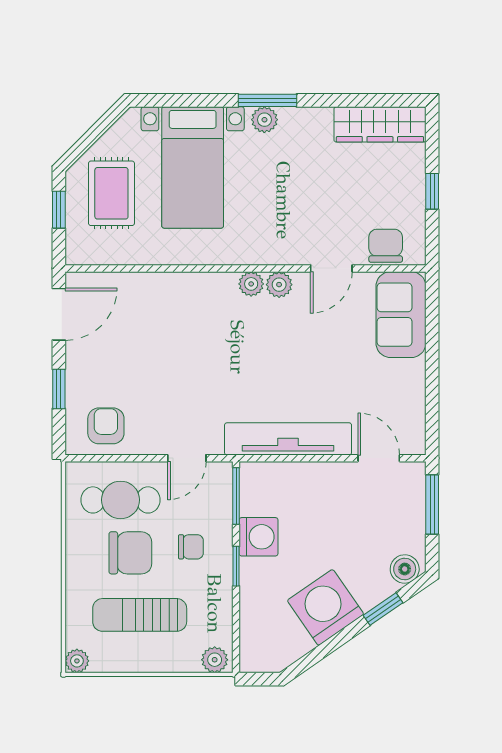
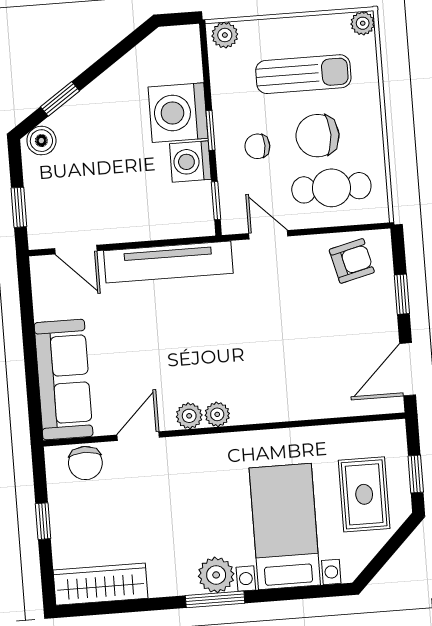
plant: (264, 120) -> (216, 575), width x1.38, depth x1.38
sofa: (401, 315) -> (64, 380), width x1.36
armchair: (106, 426) -> (352, 261), turned -104
door: (187, 458) -> (268, 235), hinge flipped
window: (236, 496) -> (216, 201), width x0.67
window: (432, 504) -> (19, 207), width x0.67
washing machine: (326, 607) -> (178, 113), moved, turned 125

